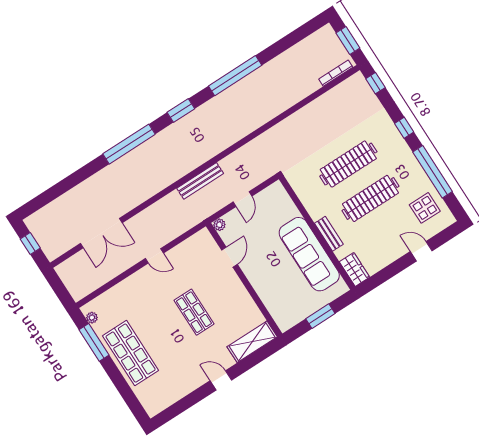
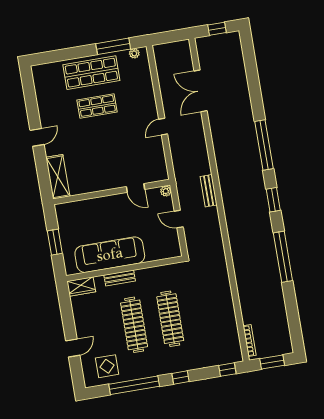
bench: (200, 181) -> (209, 191), width x0.73
shop shelf: (194, 312) -> (97, 106), moved

